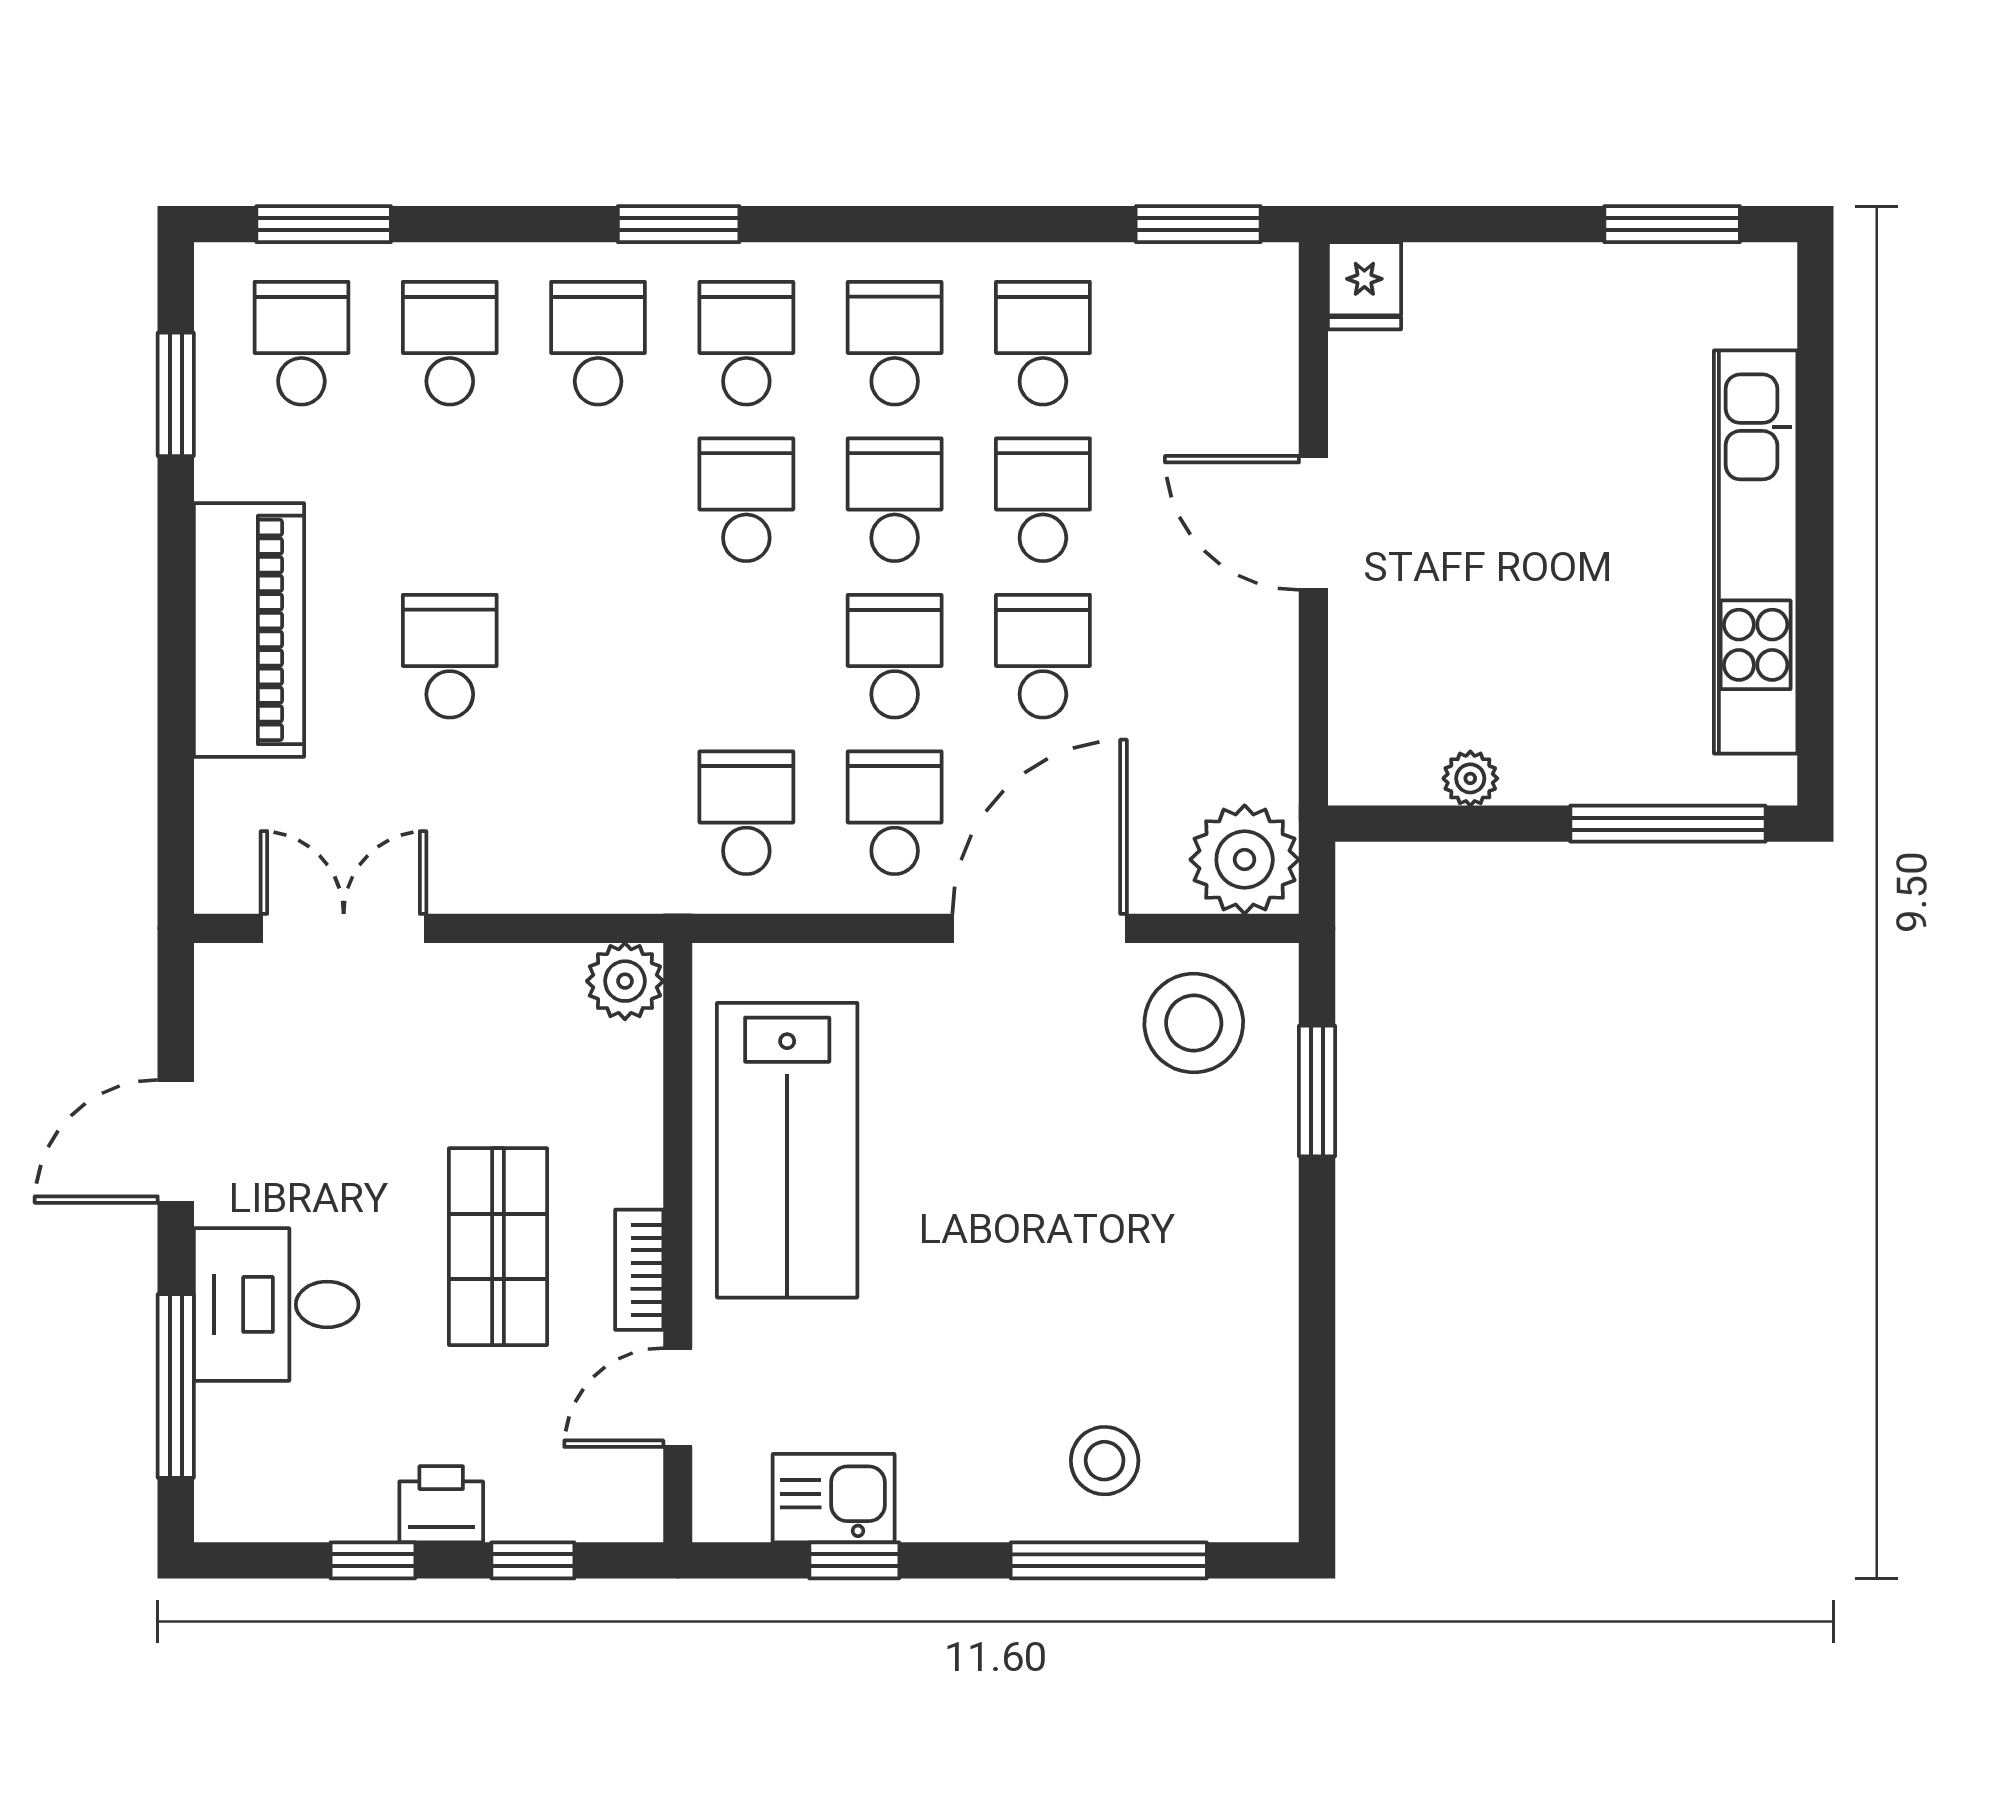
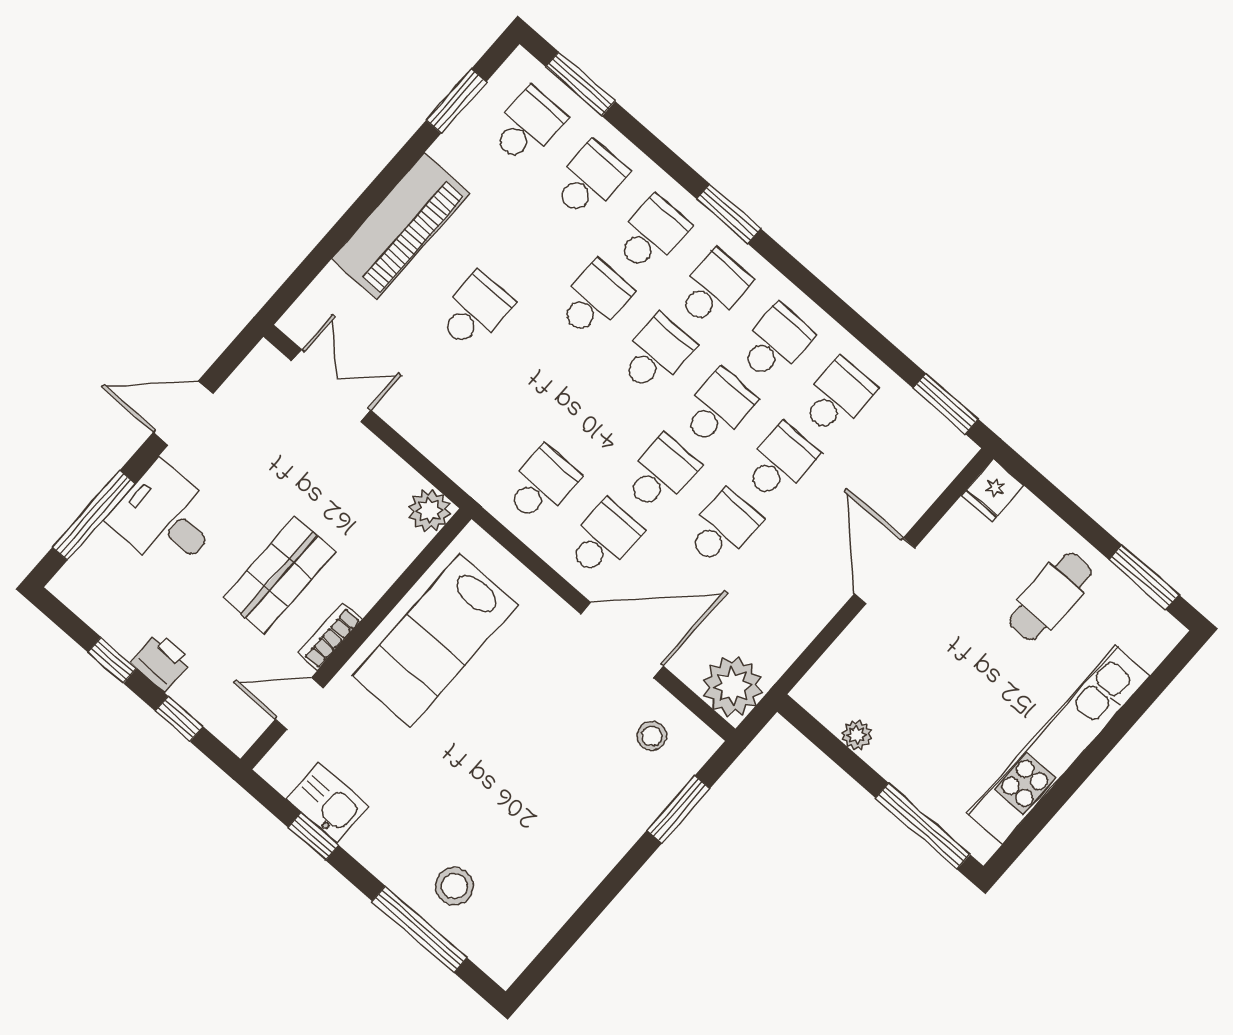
cafe table: (1569, 361) -> (1051, 597), added
school desk: (598, 500) -> (594, 299), added
stool: (1194, 1023) -> (652, 736), width x0.53, depth x0.53

